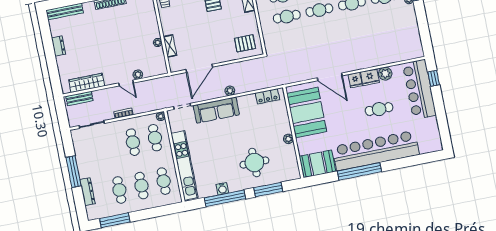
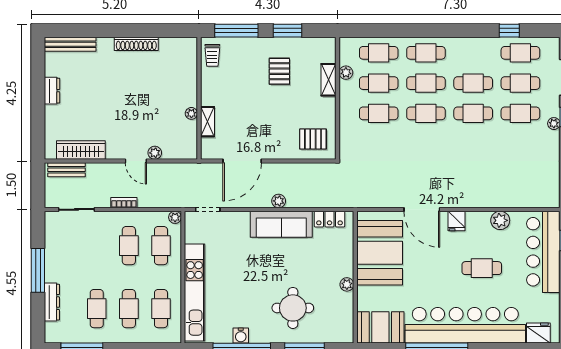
fridge: (370, 77) -> (538, 333), moved, turned 180
sofa: (216, 110) -> (281, 224), moved

